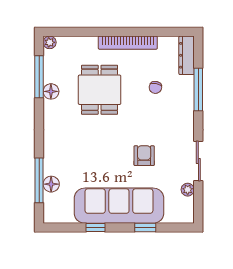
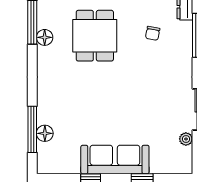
armchair: (144, 156) -> (141, 104), removed
sofa: (119, 206) -> (115, 160), width x0.74, depth x0.79

